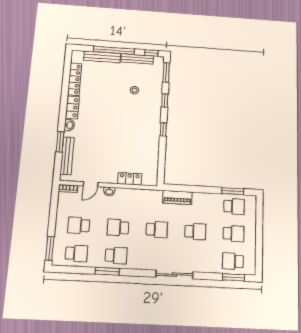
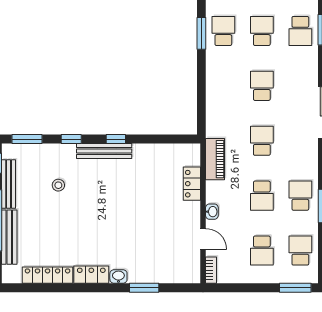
bench: (67, 156) -> (104, 151), moved
piano: (177, 197) -> (215, 159), moved

